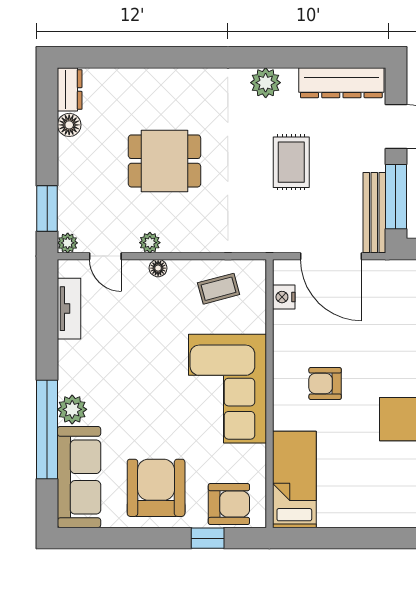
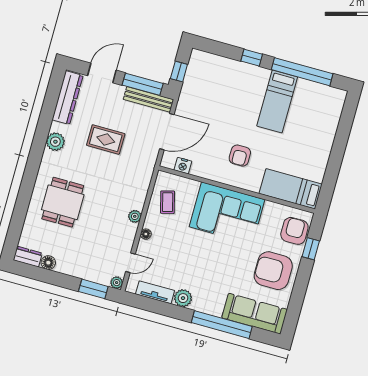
dining table: (164, 161) -> (63, 202), moved
plant: (150, 243) -> (135, 216), moved
plant: (72, 409) -> (183, 298), moved

